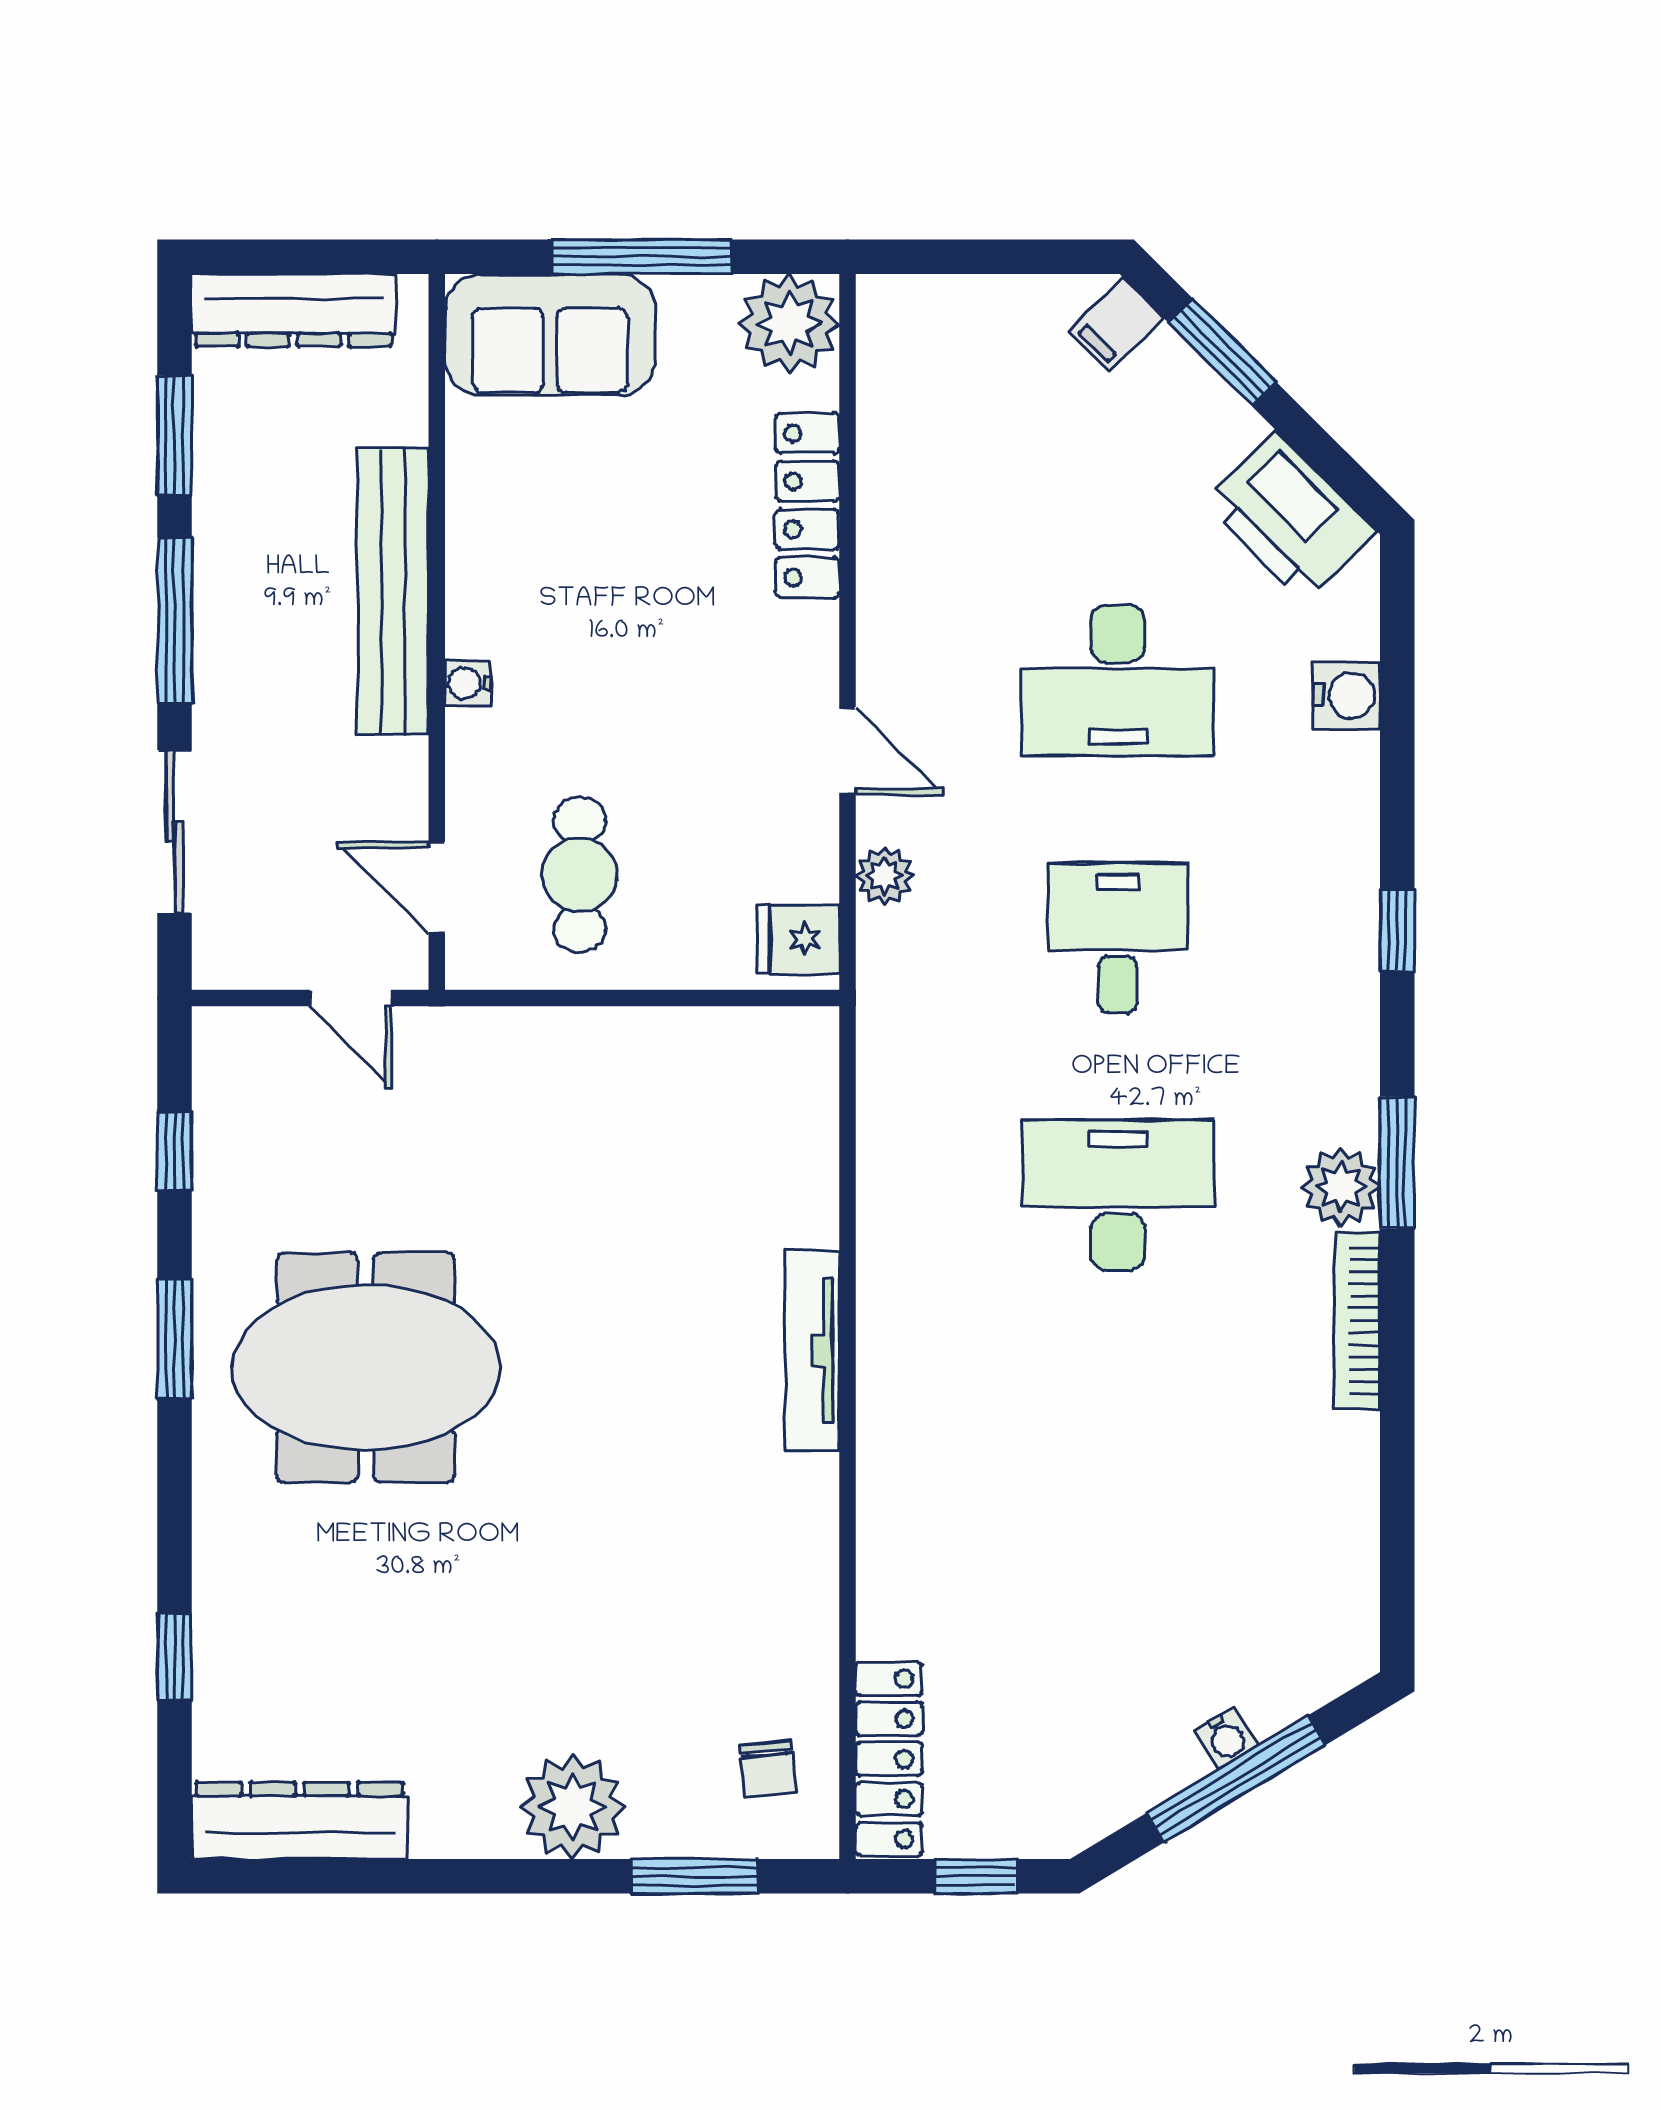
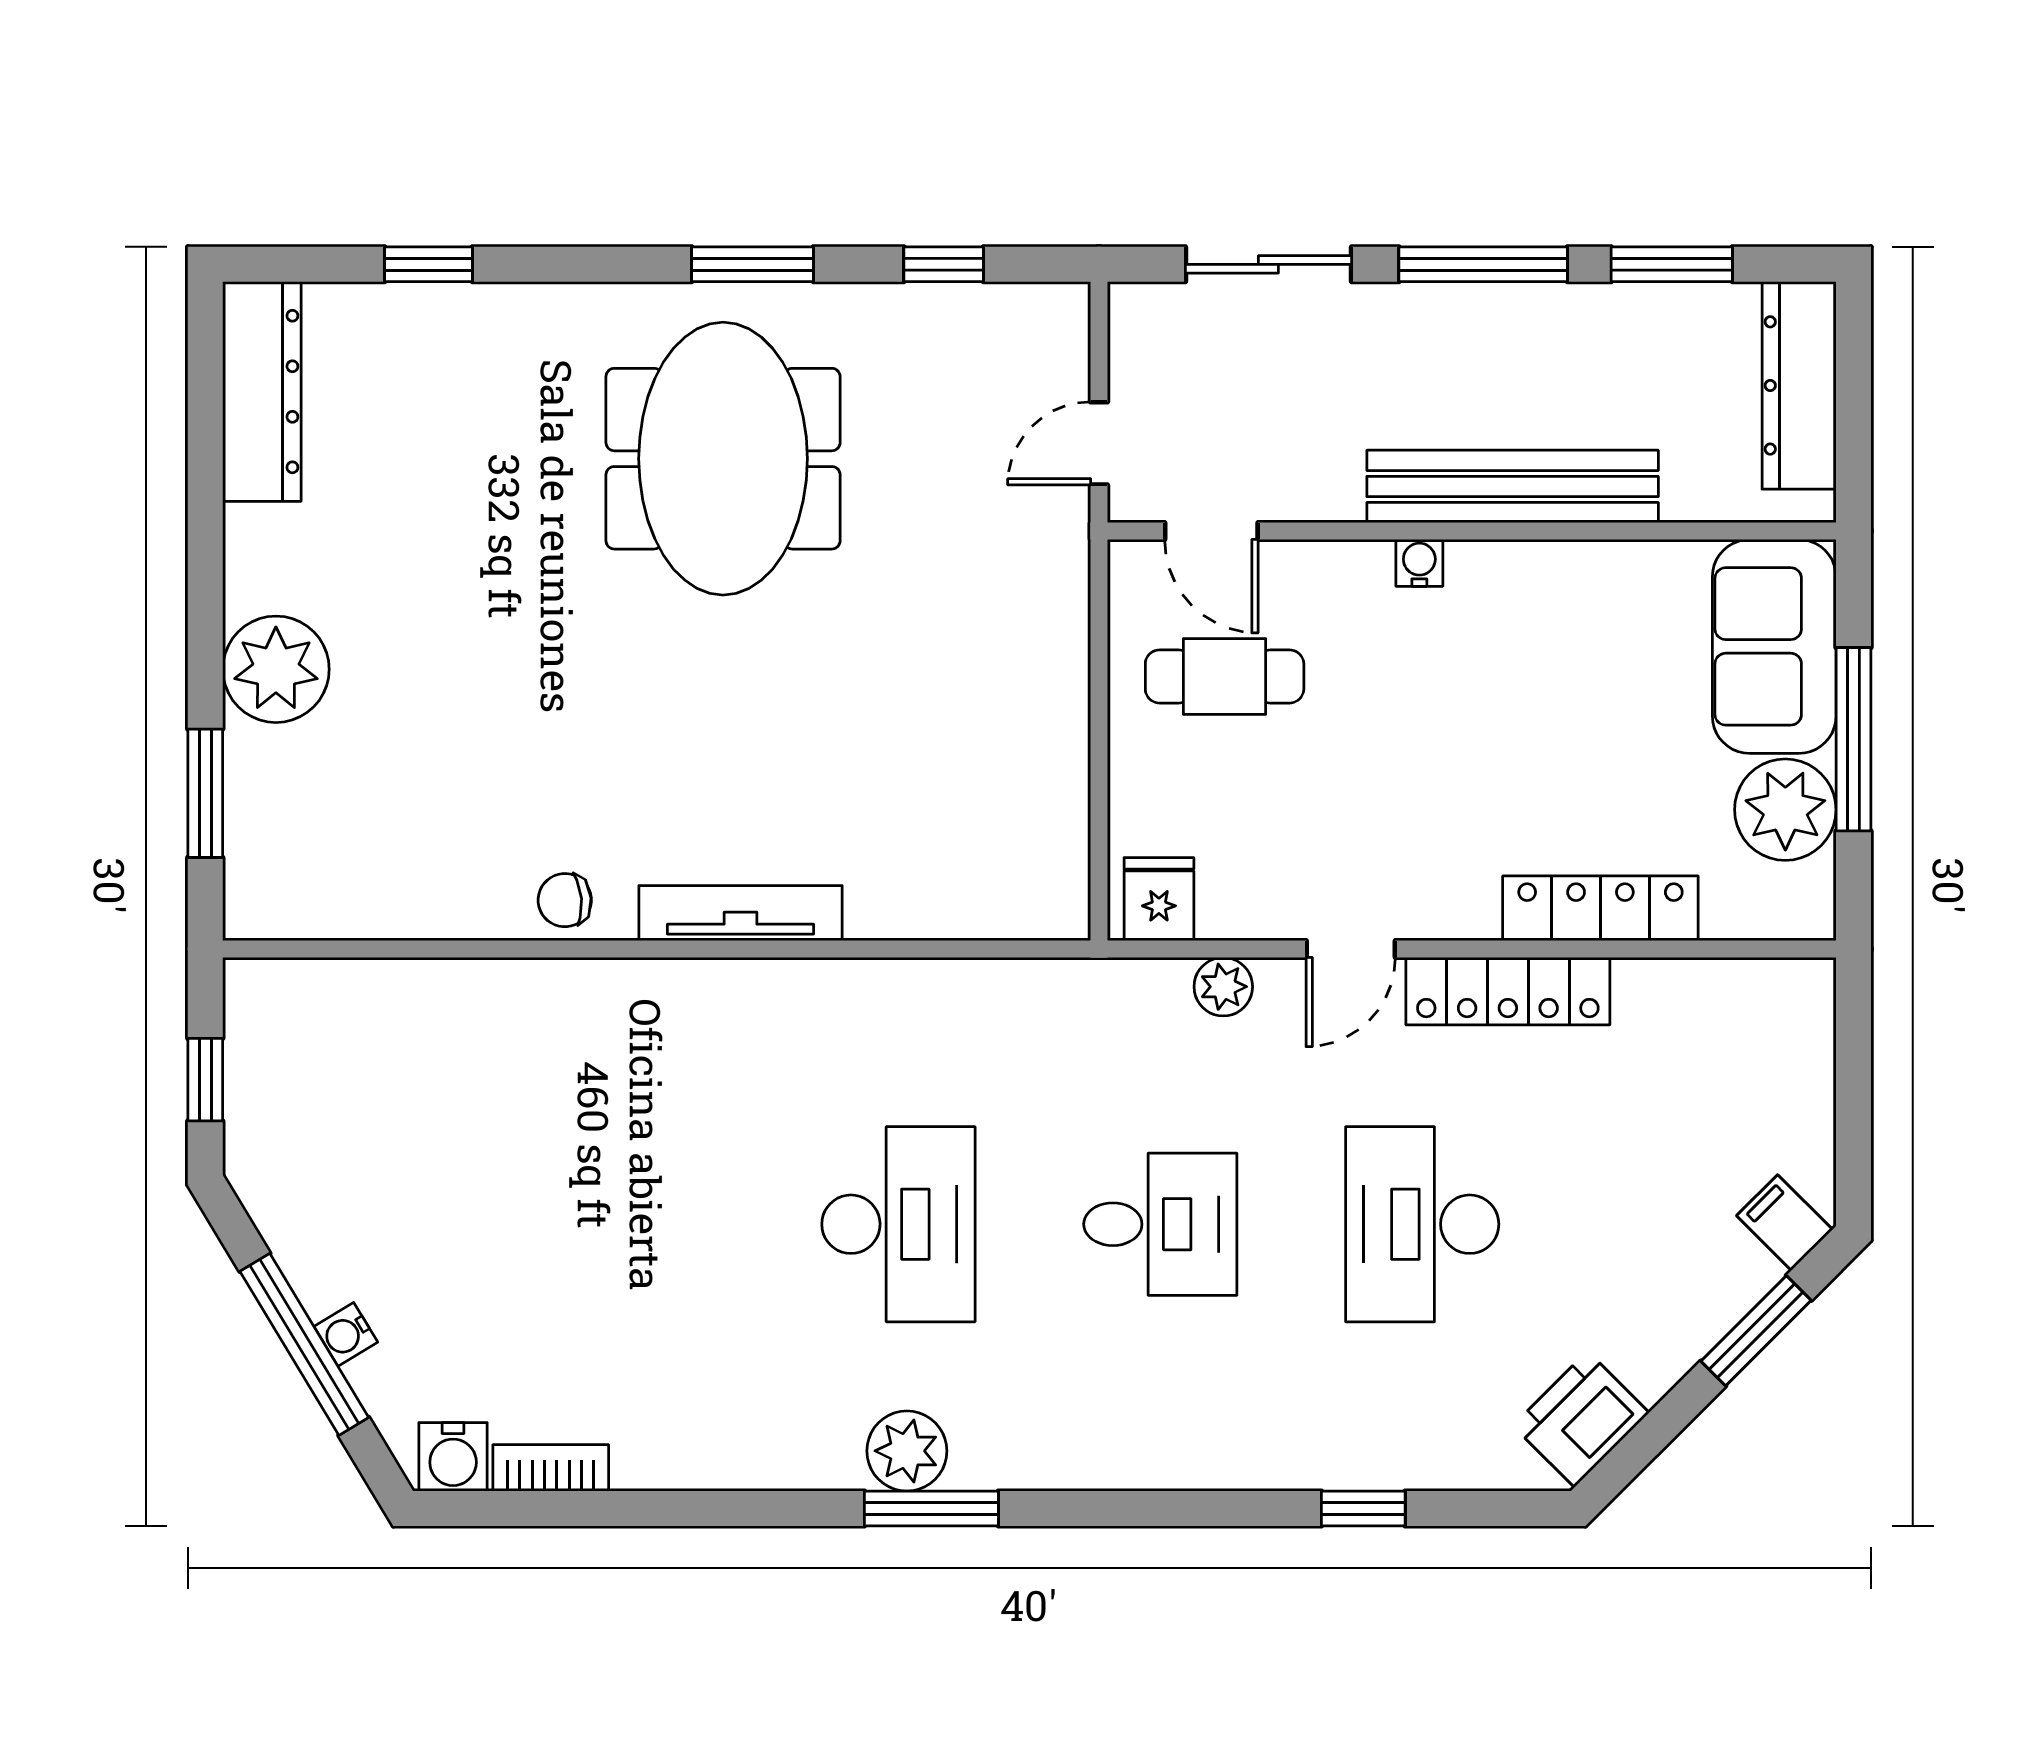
plant: (789, 324) -> (1785, 810), moved
printer: (1290, 517) -> (1581, 1419), width x0.73, depth x0.84
water cooler: (1346, 695) -> (453, 1457), moved
door: (437, 888) -> (1211, 531), swing flipped
window: (1397, 930) -> (1363, 1508), moved
bookcase: (1357, 1321) -> (551, 1468), moved, width x0.64
locker: (889, 1759) -> (1508, 991), moved
chair: (768, 1769) -> (565, 900), moved

